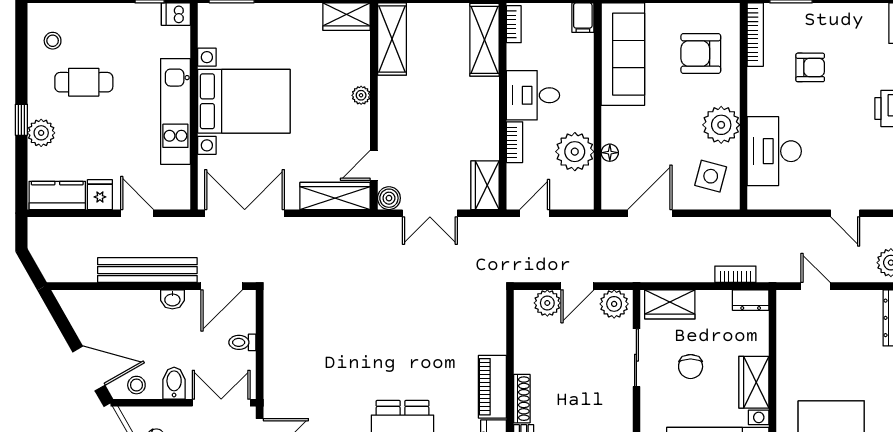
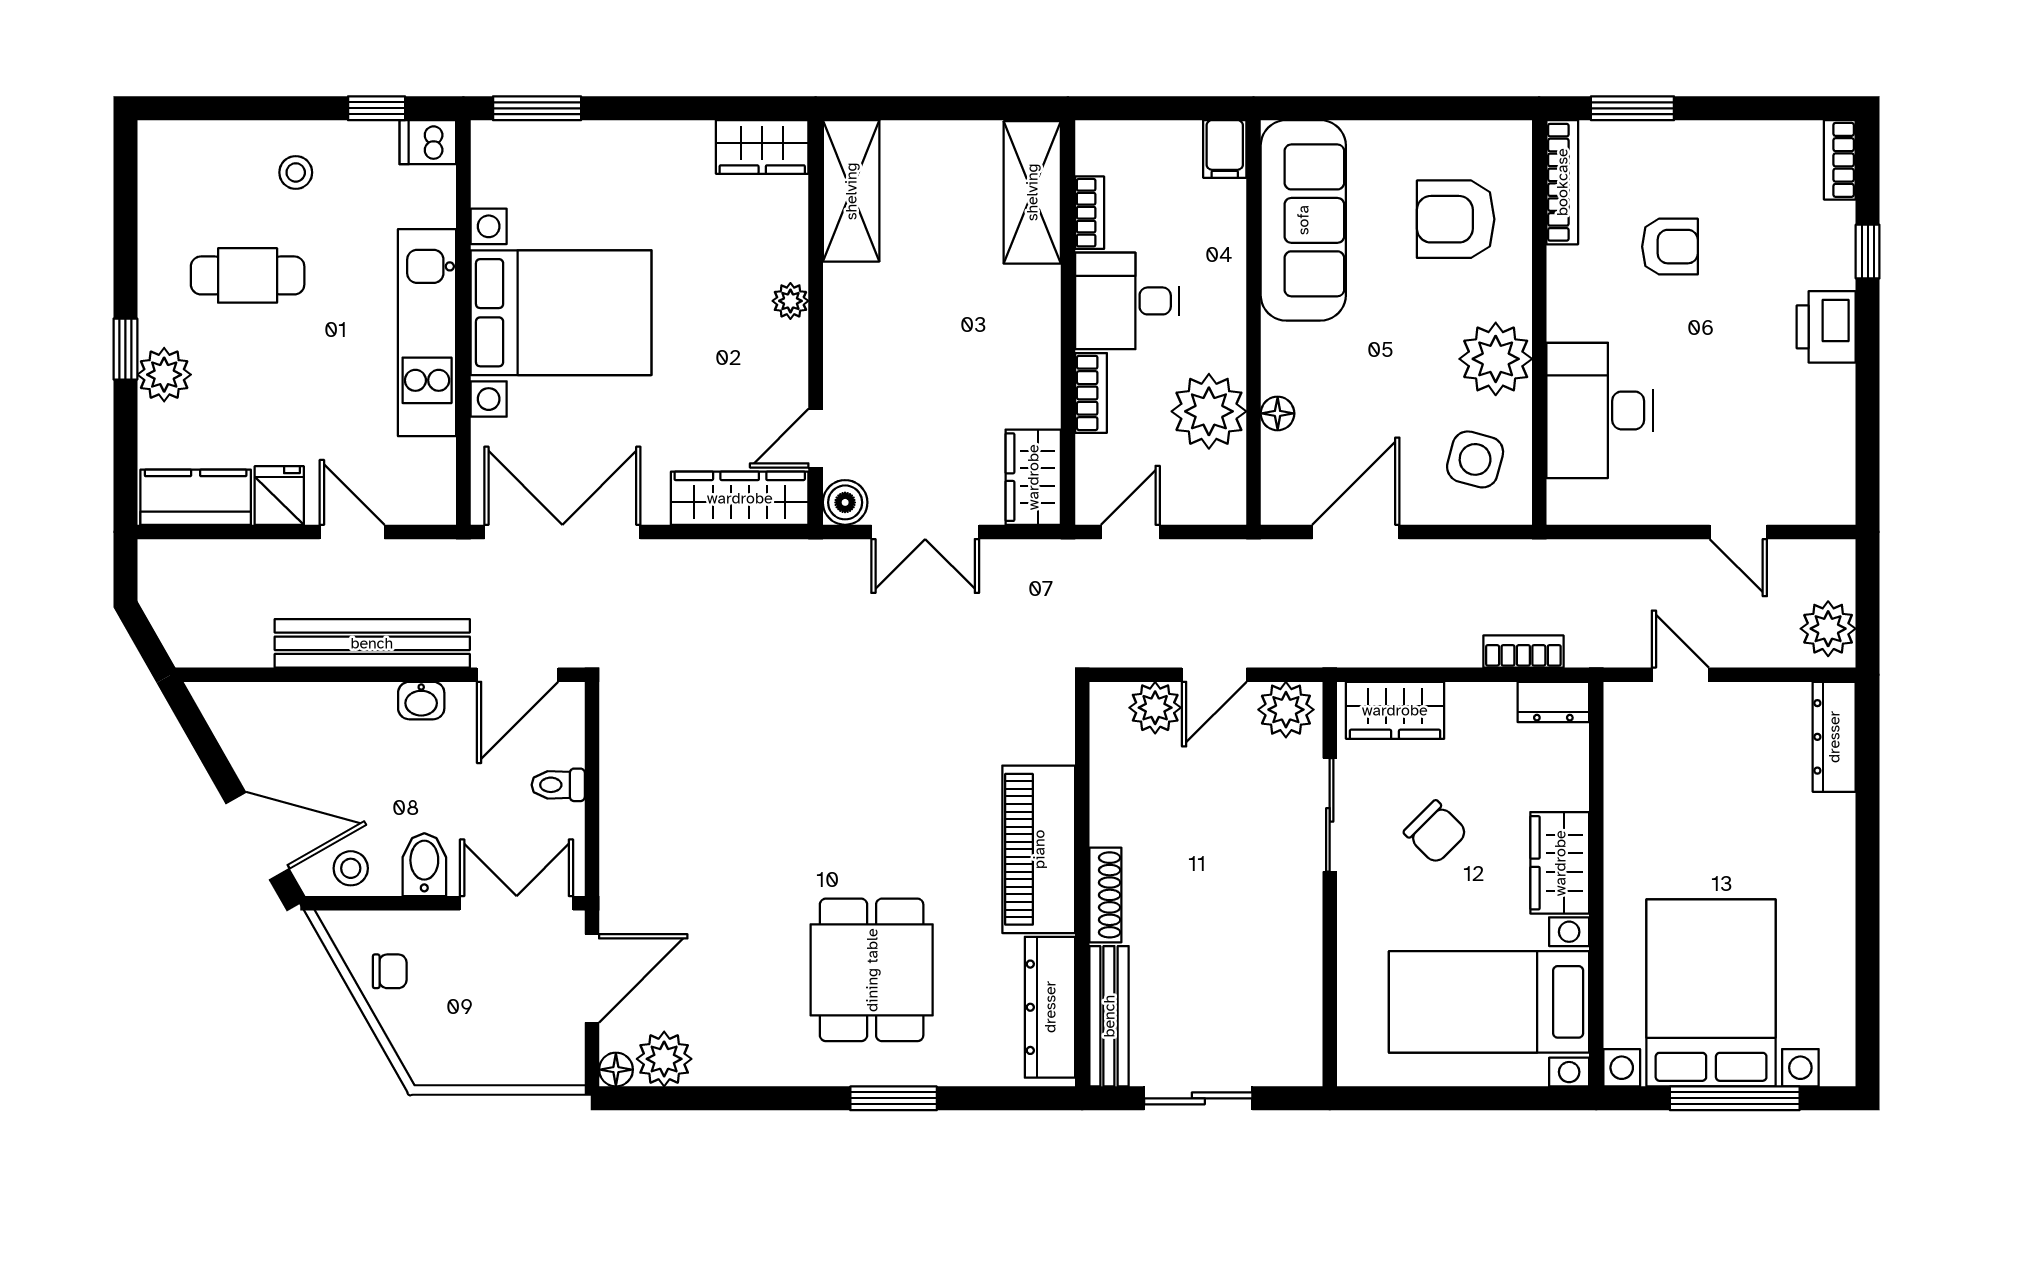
bookcase: (514, 24) -> (1090, 213), moved
stool: (53, 41) -> (296, 172), moved
chair: (691, 367) -> (1436, 832), turned -45
piano: (492, 387) -> (1039, 849), width x1.37, depth x1.33

